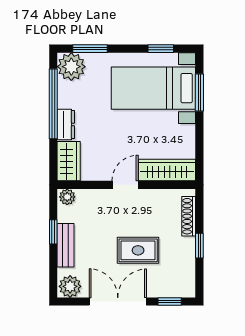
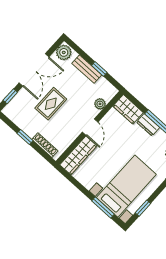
plant: (67, 197) -> (100, 104), moved

